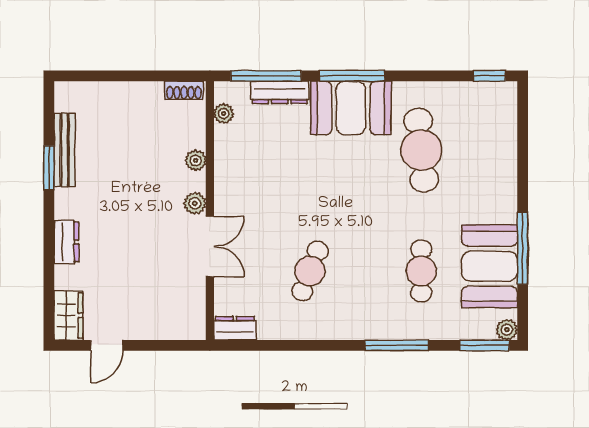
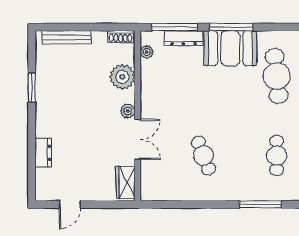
bench: (64, 150) -> (66, 37), moved, turned 90
plant: (196, 160) -> (122, 77), width x1.88, depth x1.88
dresser: (66, 242) -> (43, 153), moved
cafe table: (310, 271) -> (203, 156), turned -42
wardrobe: (68, 315) -> (126, 182), moved, turned 180
dresser: (235, 328) -> (154, 193), removed

